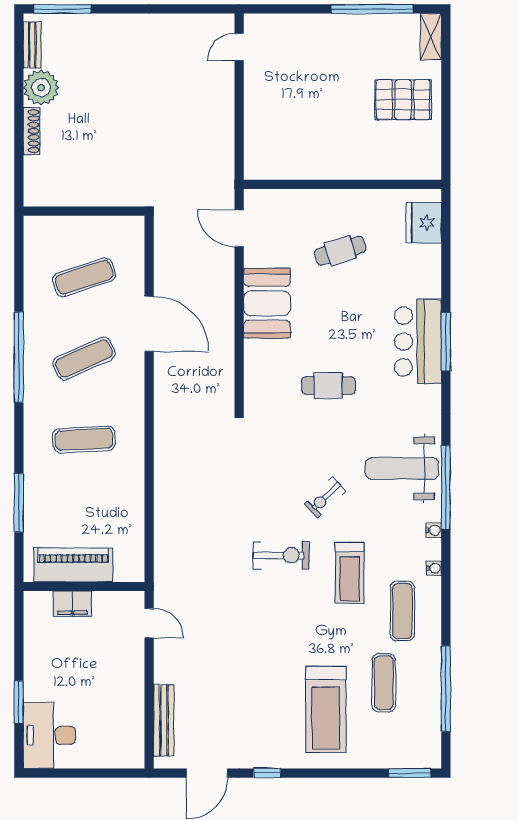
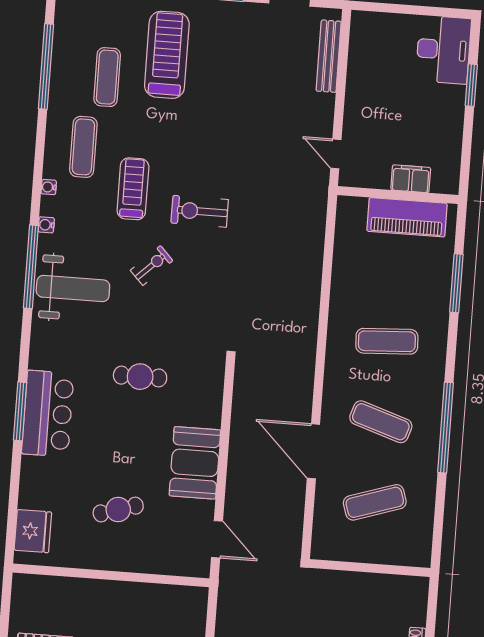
exercise mat: (84, 358) -> (381, 422), turned 42

